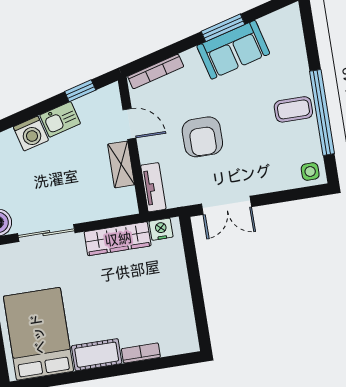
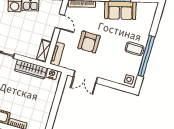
shelving: (121, 164) -> (44, 51), moved

